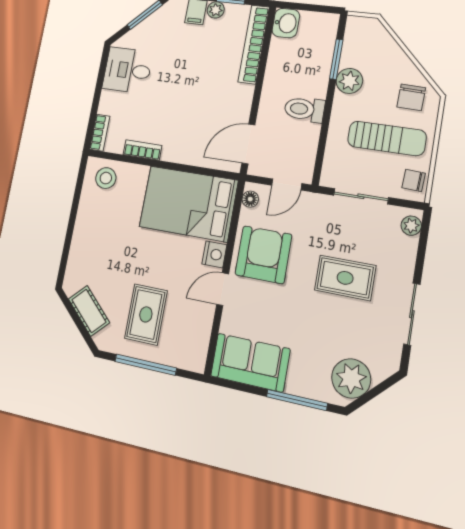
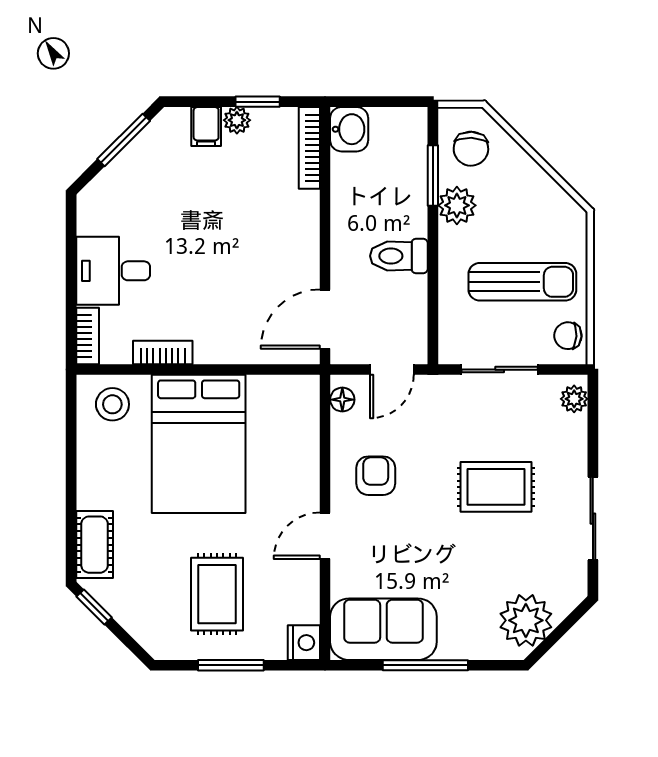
bookcase: (254, 44) -> (309, 148), width x0.68, depth x0.76
desk: (127, 70) -> (113, 271), moved
chair: (411, 97) -> (471, 149), moved
bed: (188, 204) -> (199, 444), moved, turned -90
nightstand: (214, 254) -> (304, 643), moved
armchair: (263, 255) -> (376, 476), width x0.53, depth x0.53
window: (69, 307) -> (94, 607), added
cot: (89, 311) -> (95, 545), moved, turned 45
window: (146, 365) -> (231, 665), width x0.69
window: (297, 400) -> (425, 665), moved

